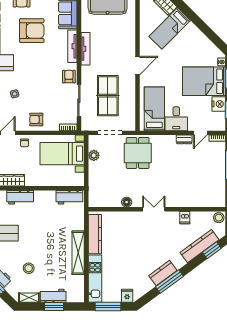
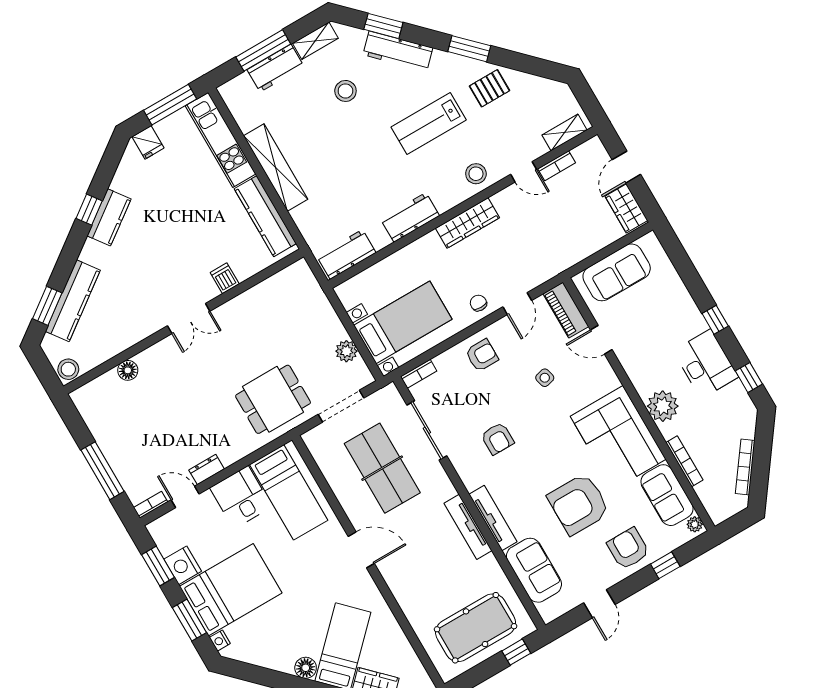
floor lamp: (191, 29) -> (306, 668), added
door: (137, 66) -> (361, 550), swing flipped
armchair: (69, 77) -> (497, 439), moved
door: (200, 133) -> (185, 497), hinge flipped
dining table: (138, 153) -> (273, 399), turned 90
workbench: (20, 197) -> (410, 217), moved
floor lamp: (127, 202) -> (128, 370), moved
dishwasher: (185, 218) -> (225, 278), moved
window: (170, 281) -> (89, 210), width x0.46
window: (54, 306) -> (263, 50), width x1.44

